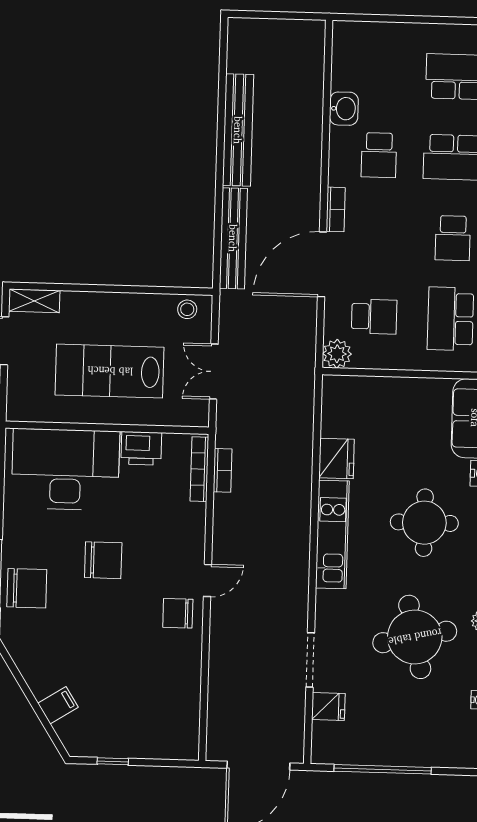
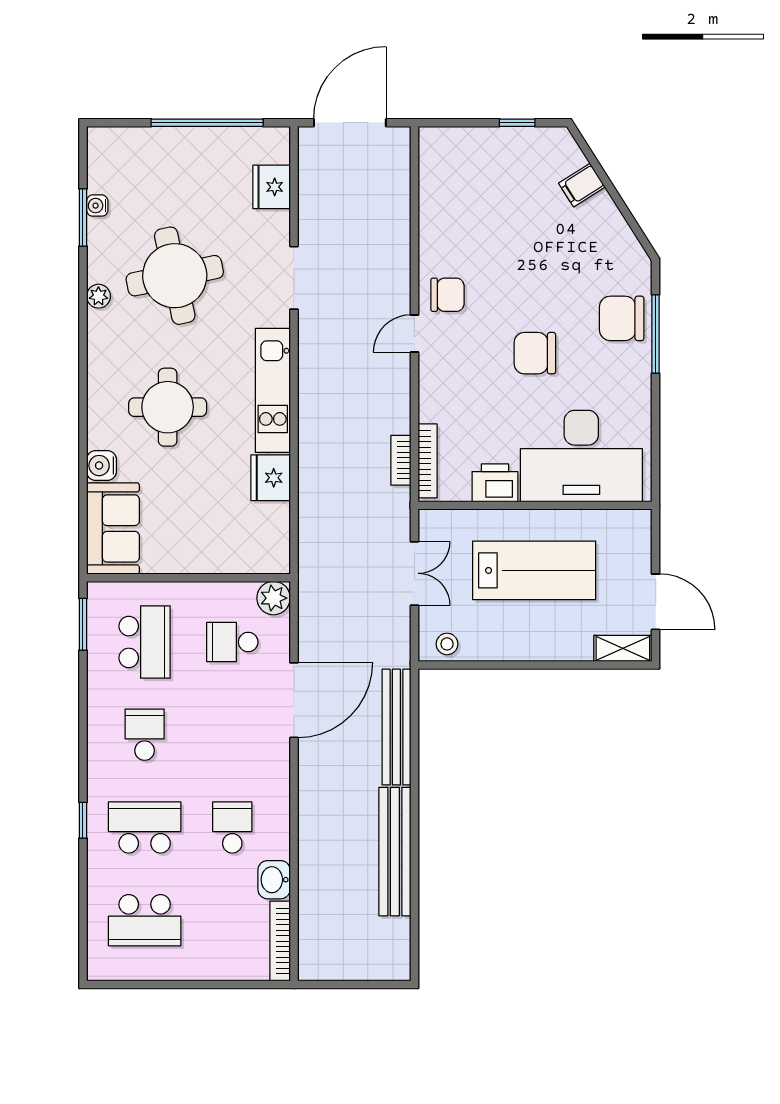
bookcase: (336, 209) -> (280, 941), moved, width x1.56
doorway: (310, 660) -> (294, 278), moved
fridge: (328, 706) -> (272, 187), width x1.38

